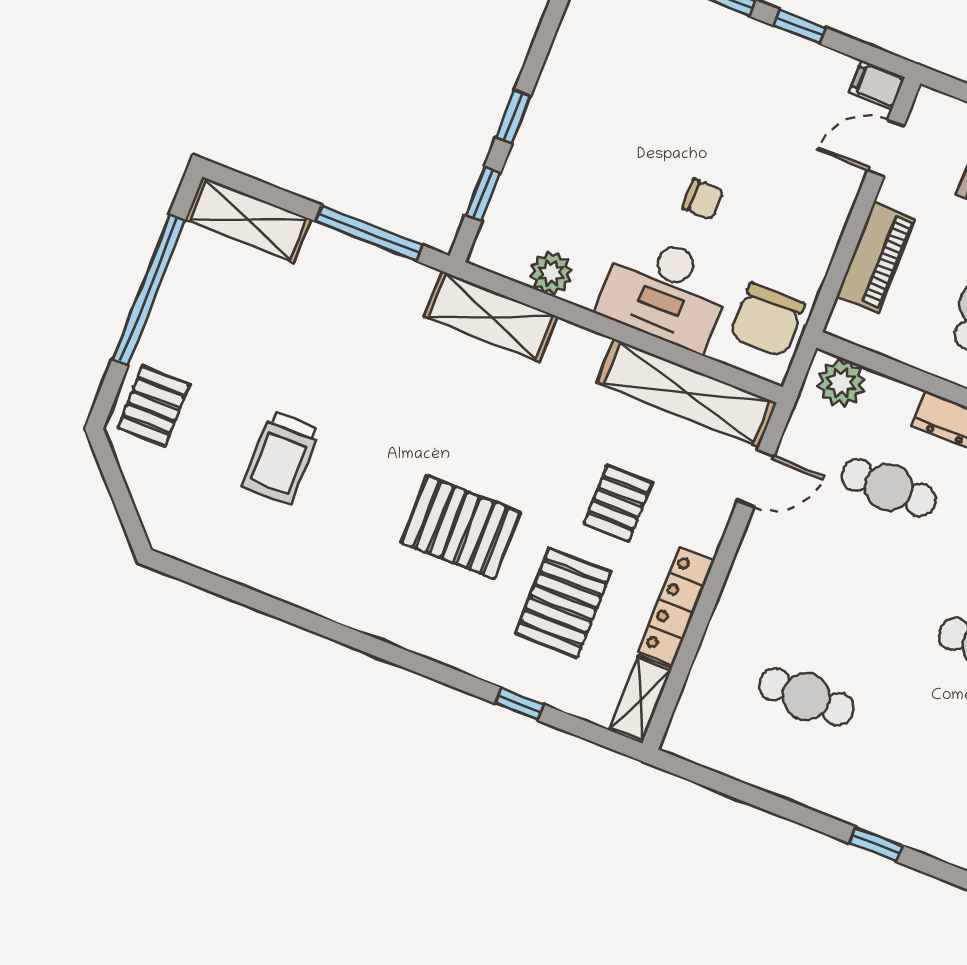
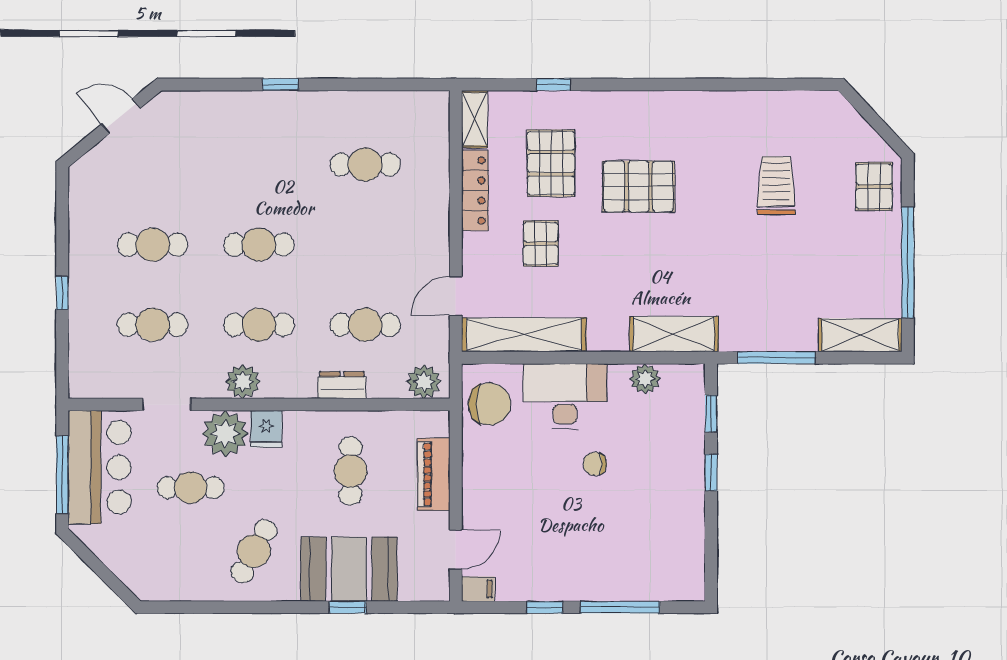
chair: (703, 199) -> (595, 464), moved
chair: (767, 320) -> (489, 404), turned 90

